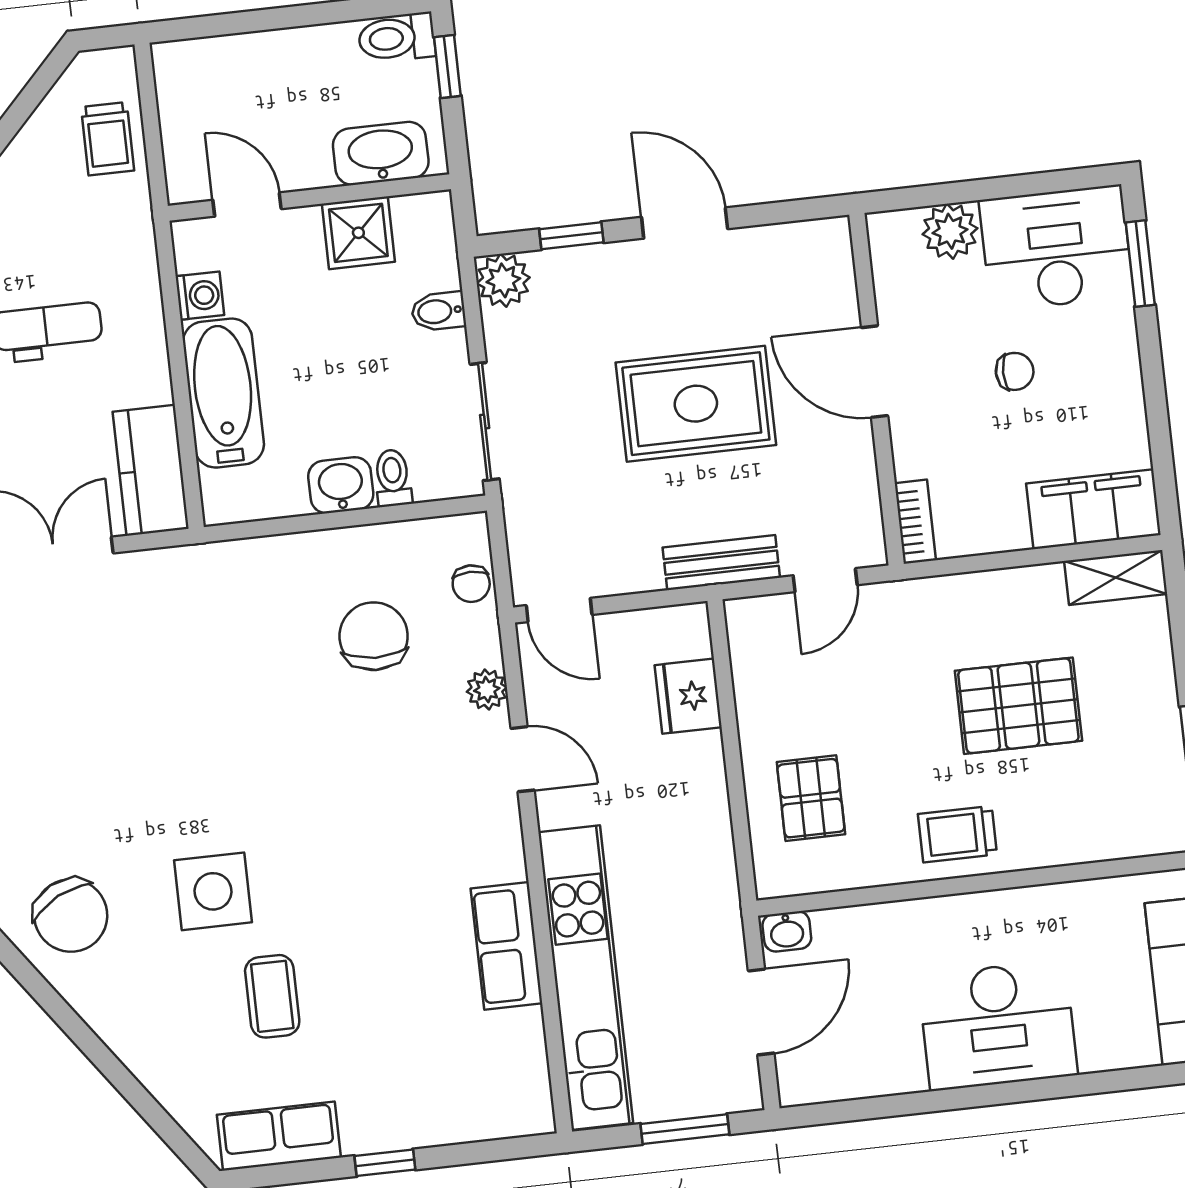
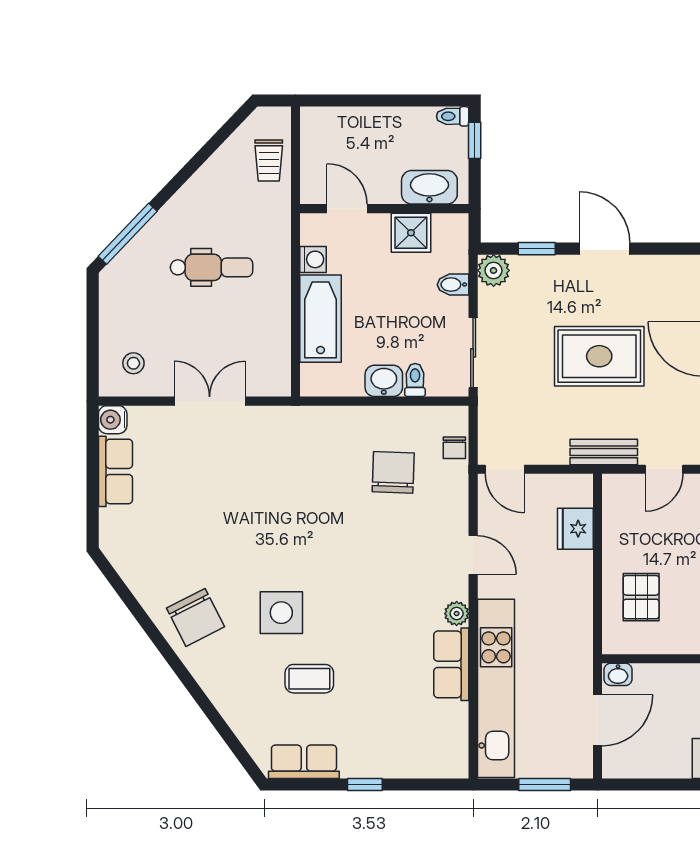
toilet: (397, 38) -> (453, 116), width x0.73, depth x0.72
kitchen counter: (151, 470) -> (272, 359), removed
plant: (487, 690) -> (457, 614), moved
coffee table: (272, 996) -> (309, 679), turned 90

